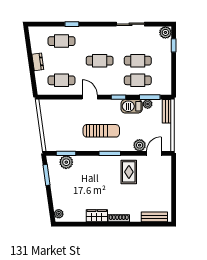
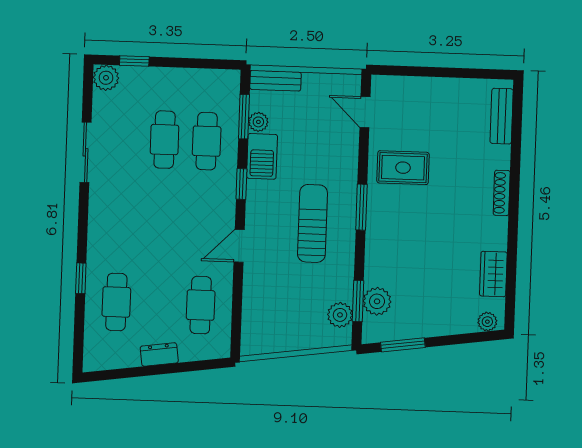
cafe table: (100, 61) -> (162, 222), removed
plant: (140, 145) -> (340, 315), moved
wardrobe: (97, 216) -> (493, 274), moved

